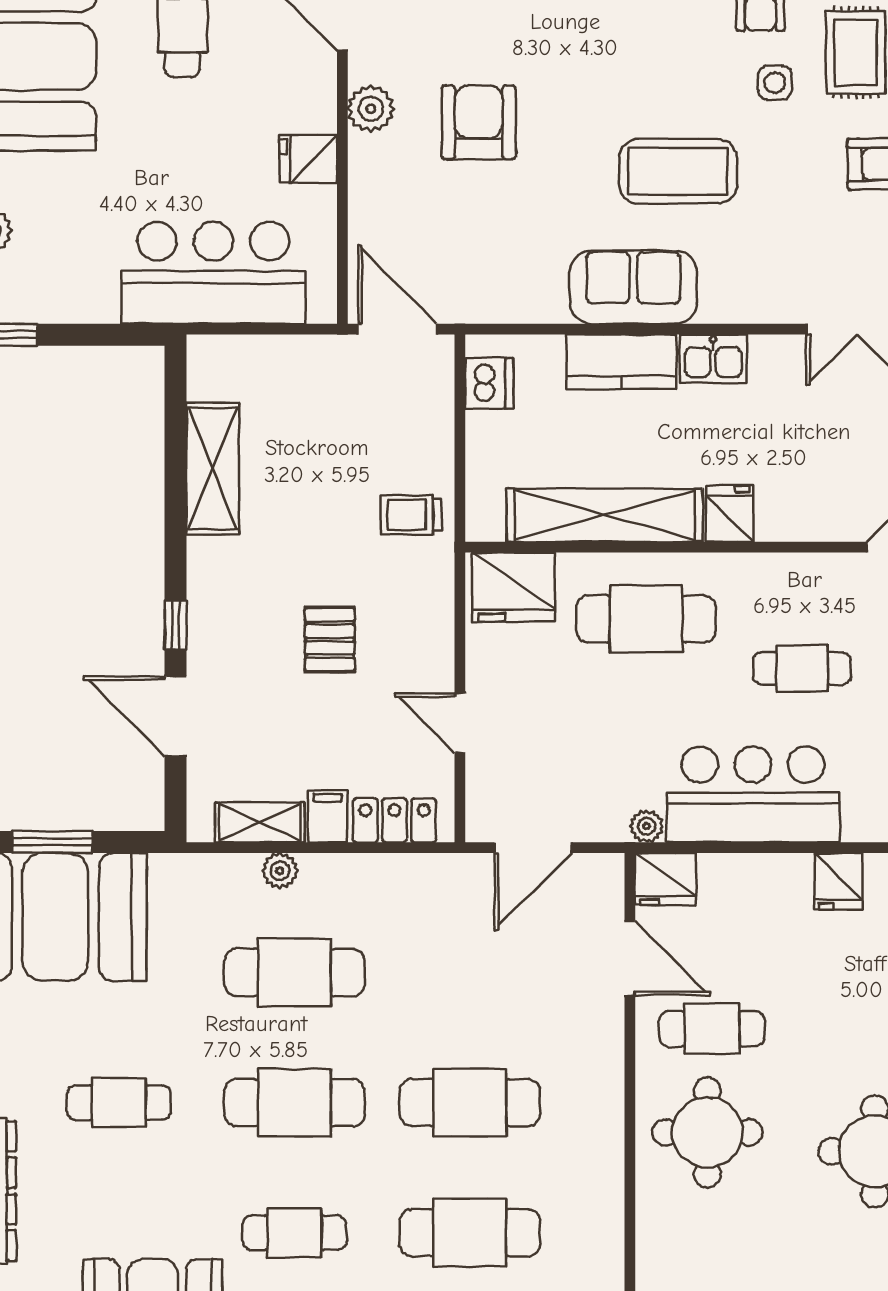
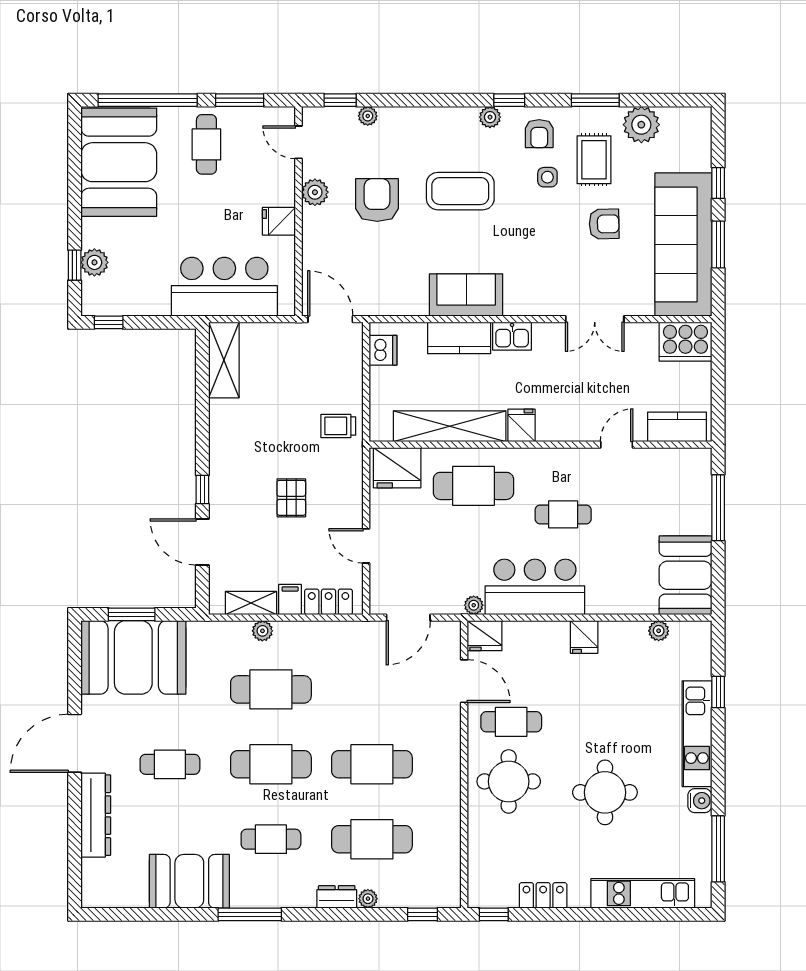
coffee table: (678, 171) -> (460, 191), moved
shelving: (213, 469) -> (224, 360), moved

